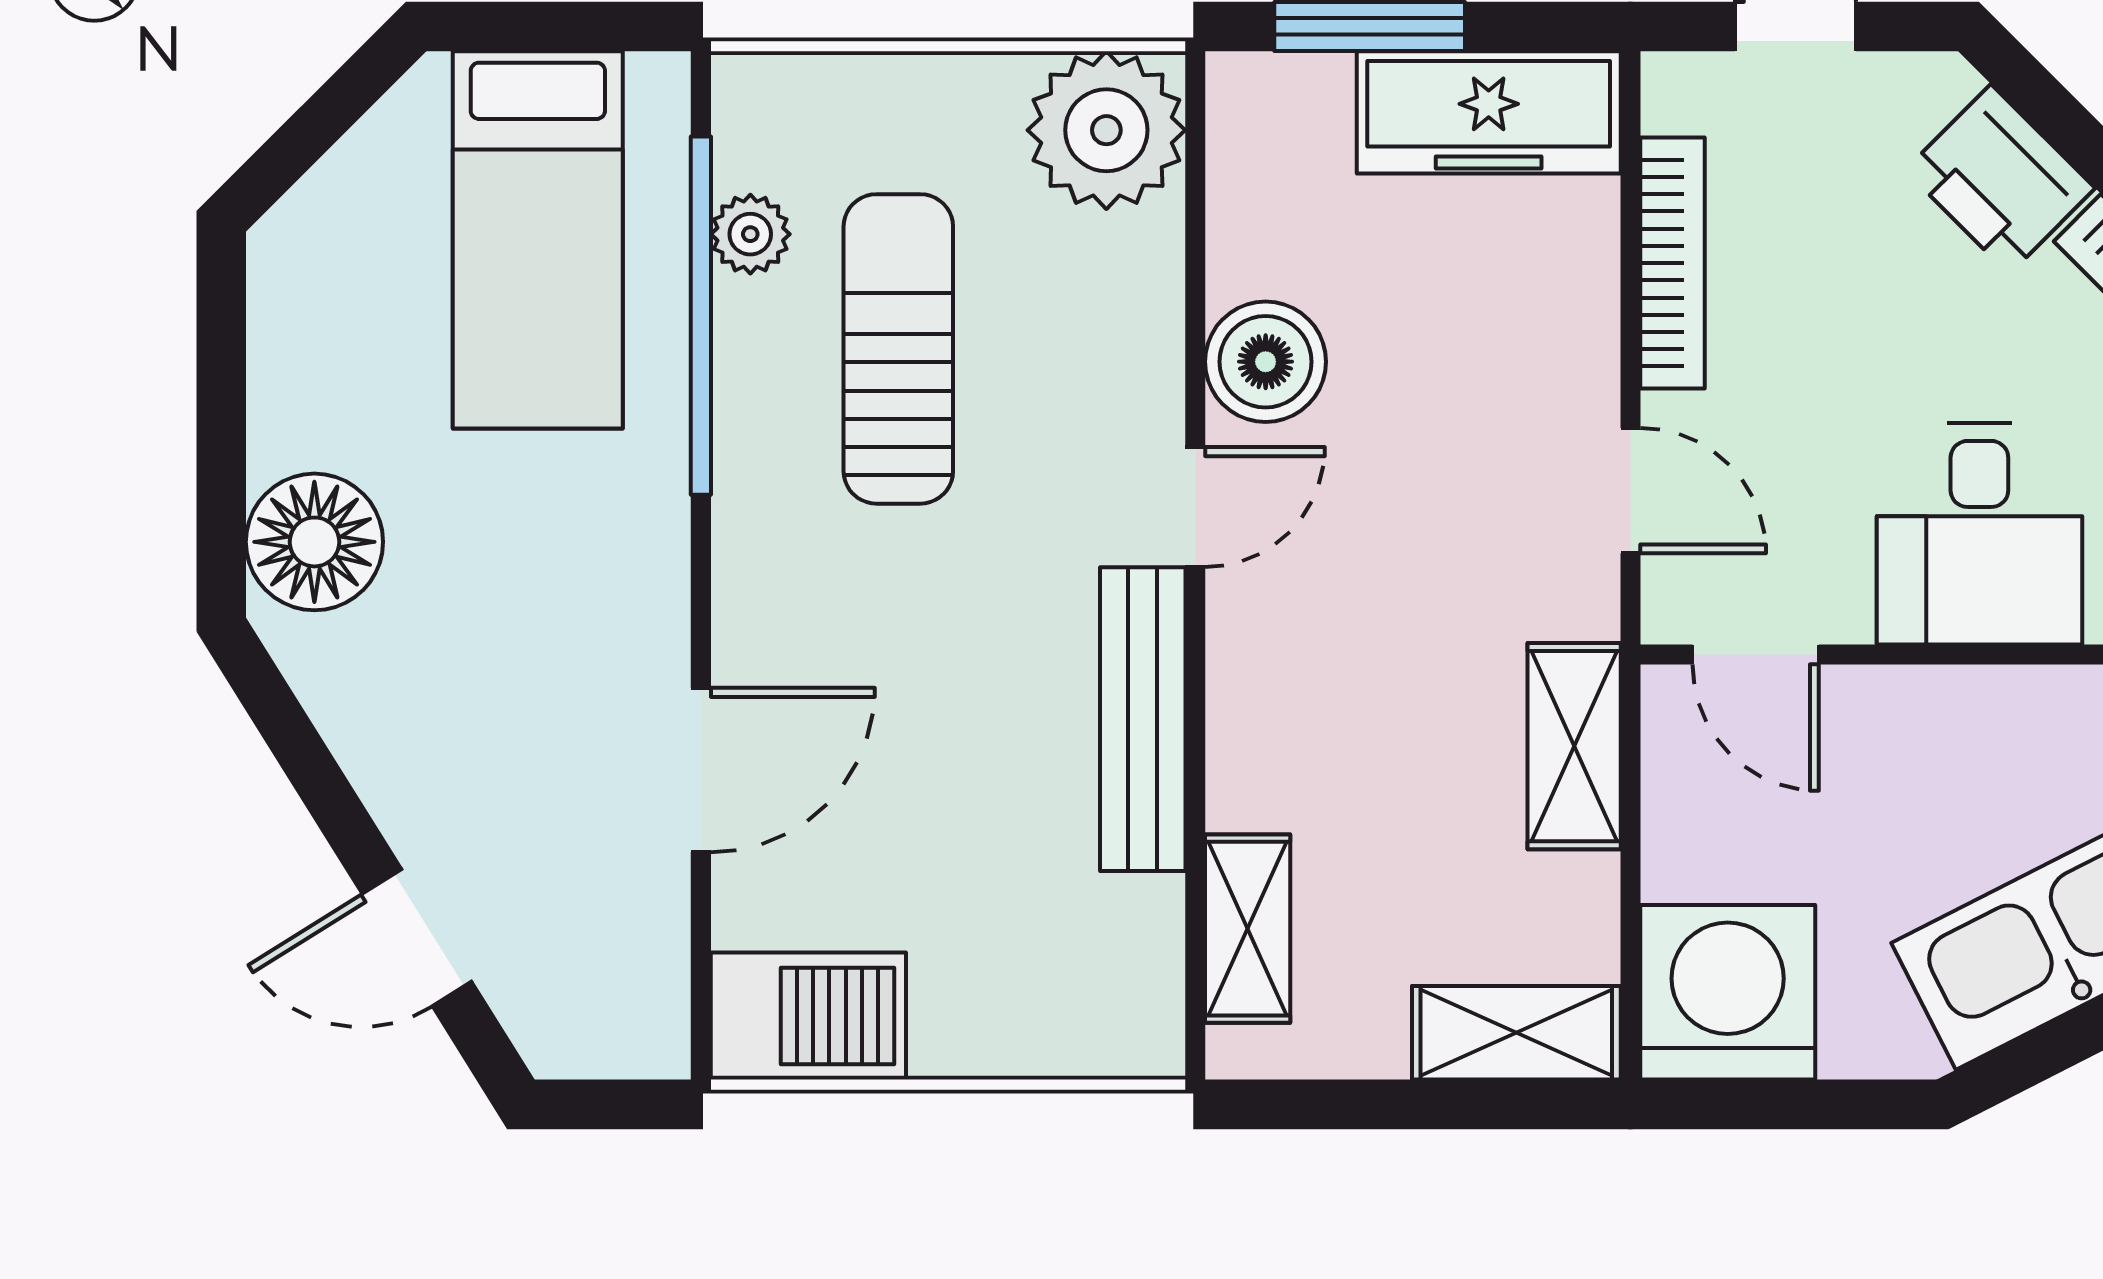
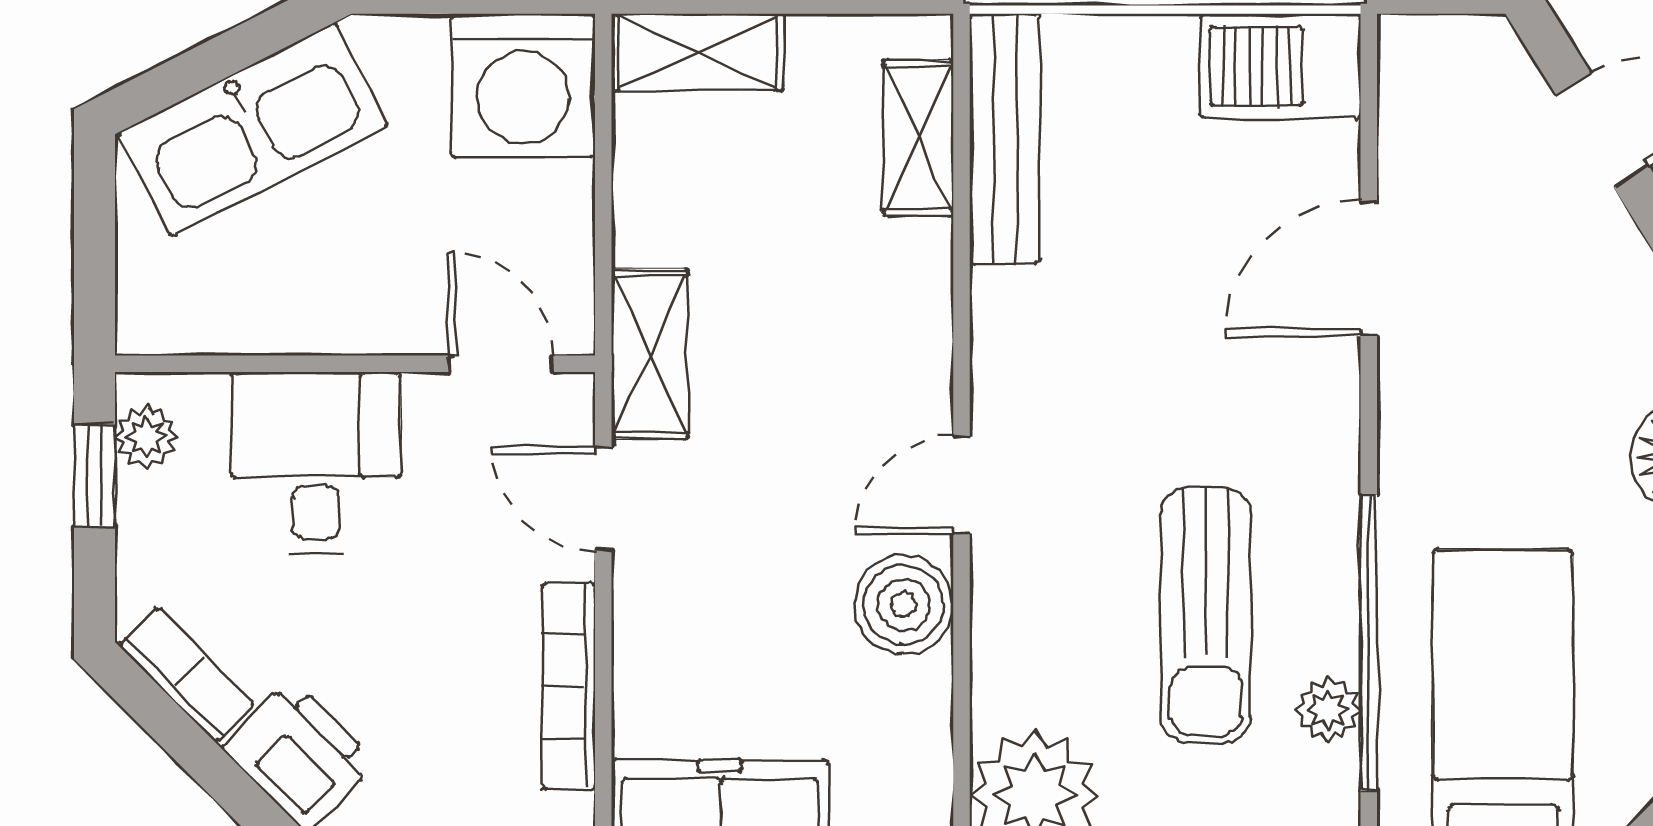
bench: (1143, 719) -> (1005, 139), moved
shelving: (1574, 746) -> (650, 354), moved

